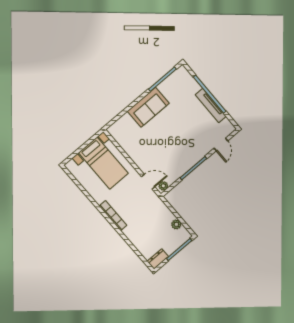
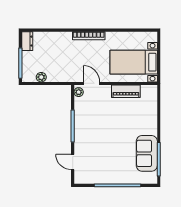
tv unit: (211, 105) -> (108, 179), removed
sofa: (148, 107) -> (147, 153), moved
piano: (131, 150) -> (126, 91), added
door: (148, 182) -> (92, 83), swing flipped

